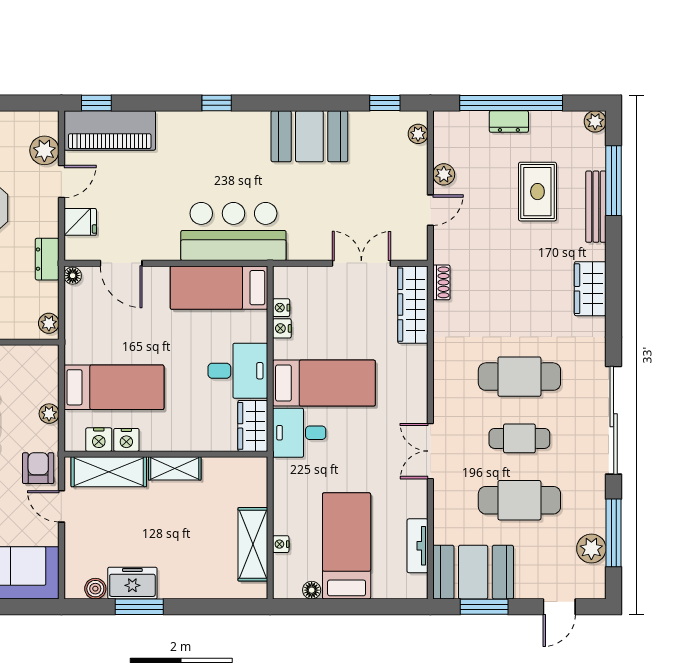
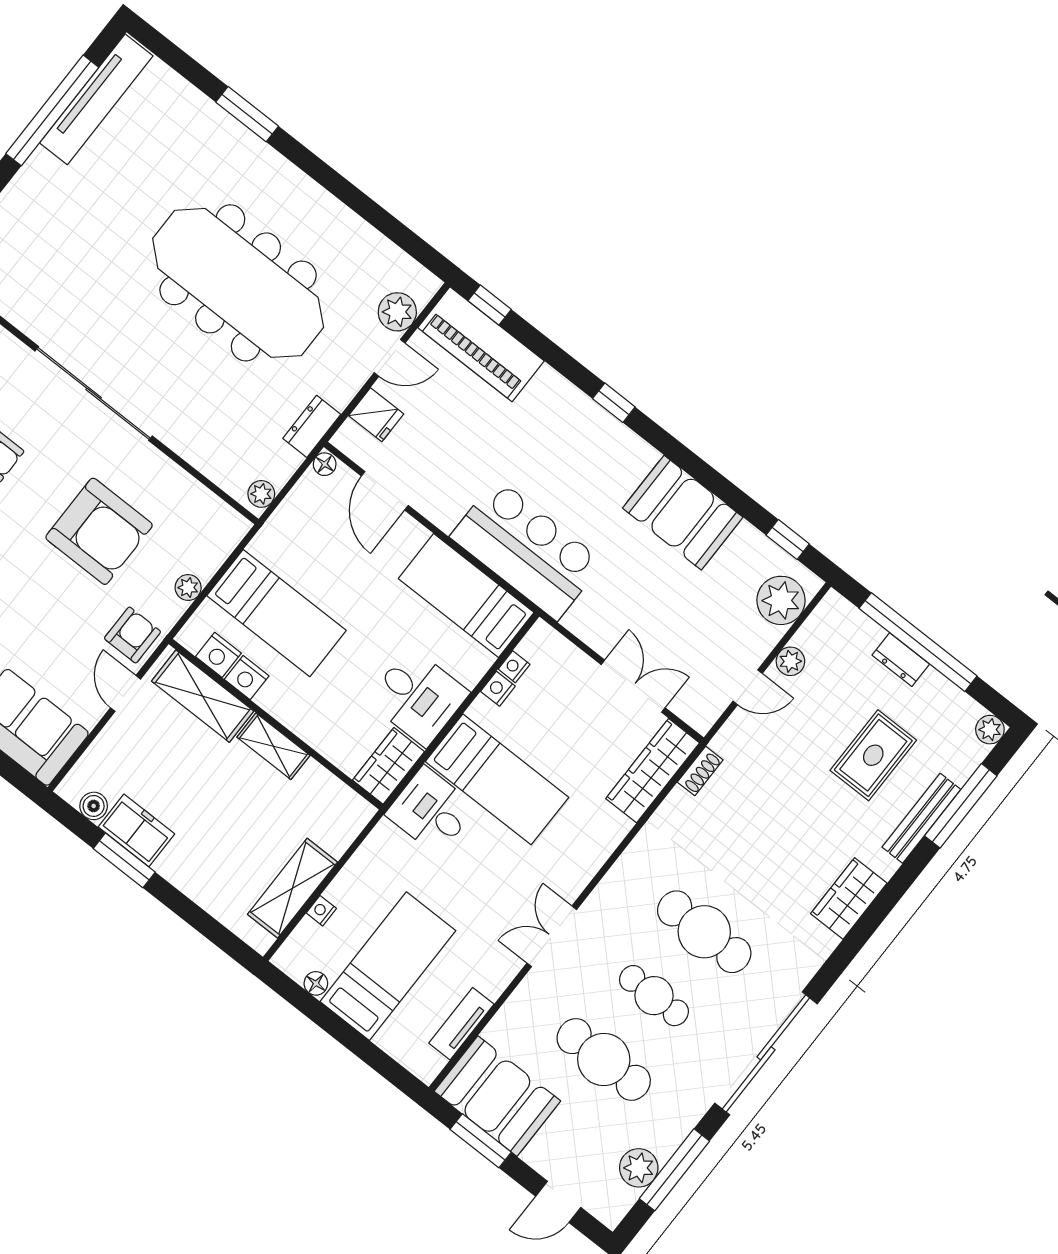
plant: (418, 134) -> (781, 600), width x1.88, depth x1.88

